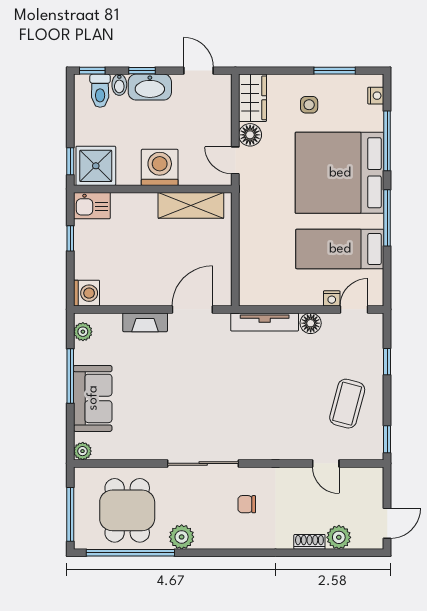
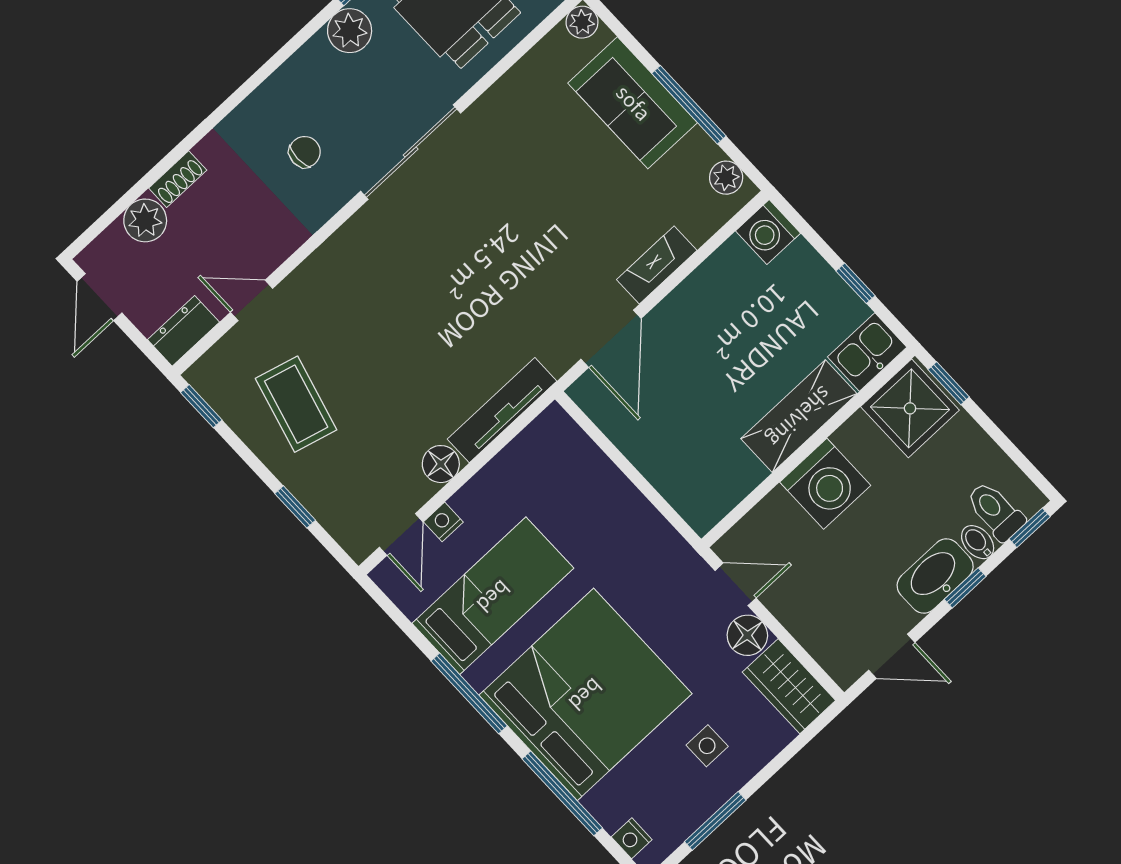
shelving: (191, 205) -> (799, 416), moved
dresser: (365, 477) -> (183, 331), added

